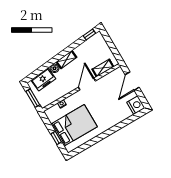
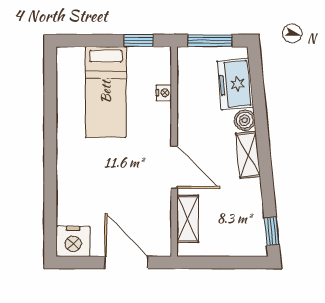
bed: (74, 125) -> (106, 92), width x0.67
window: (56, 138) -> (139, 41), moved

